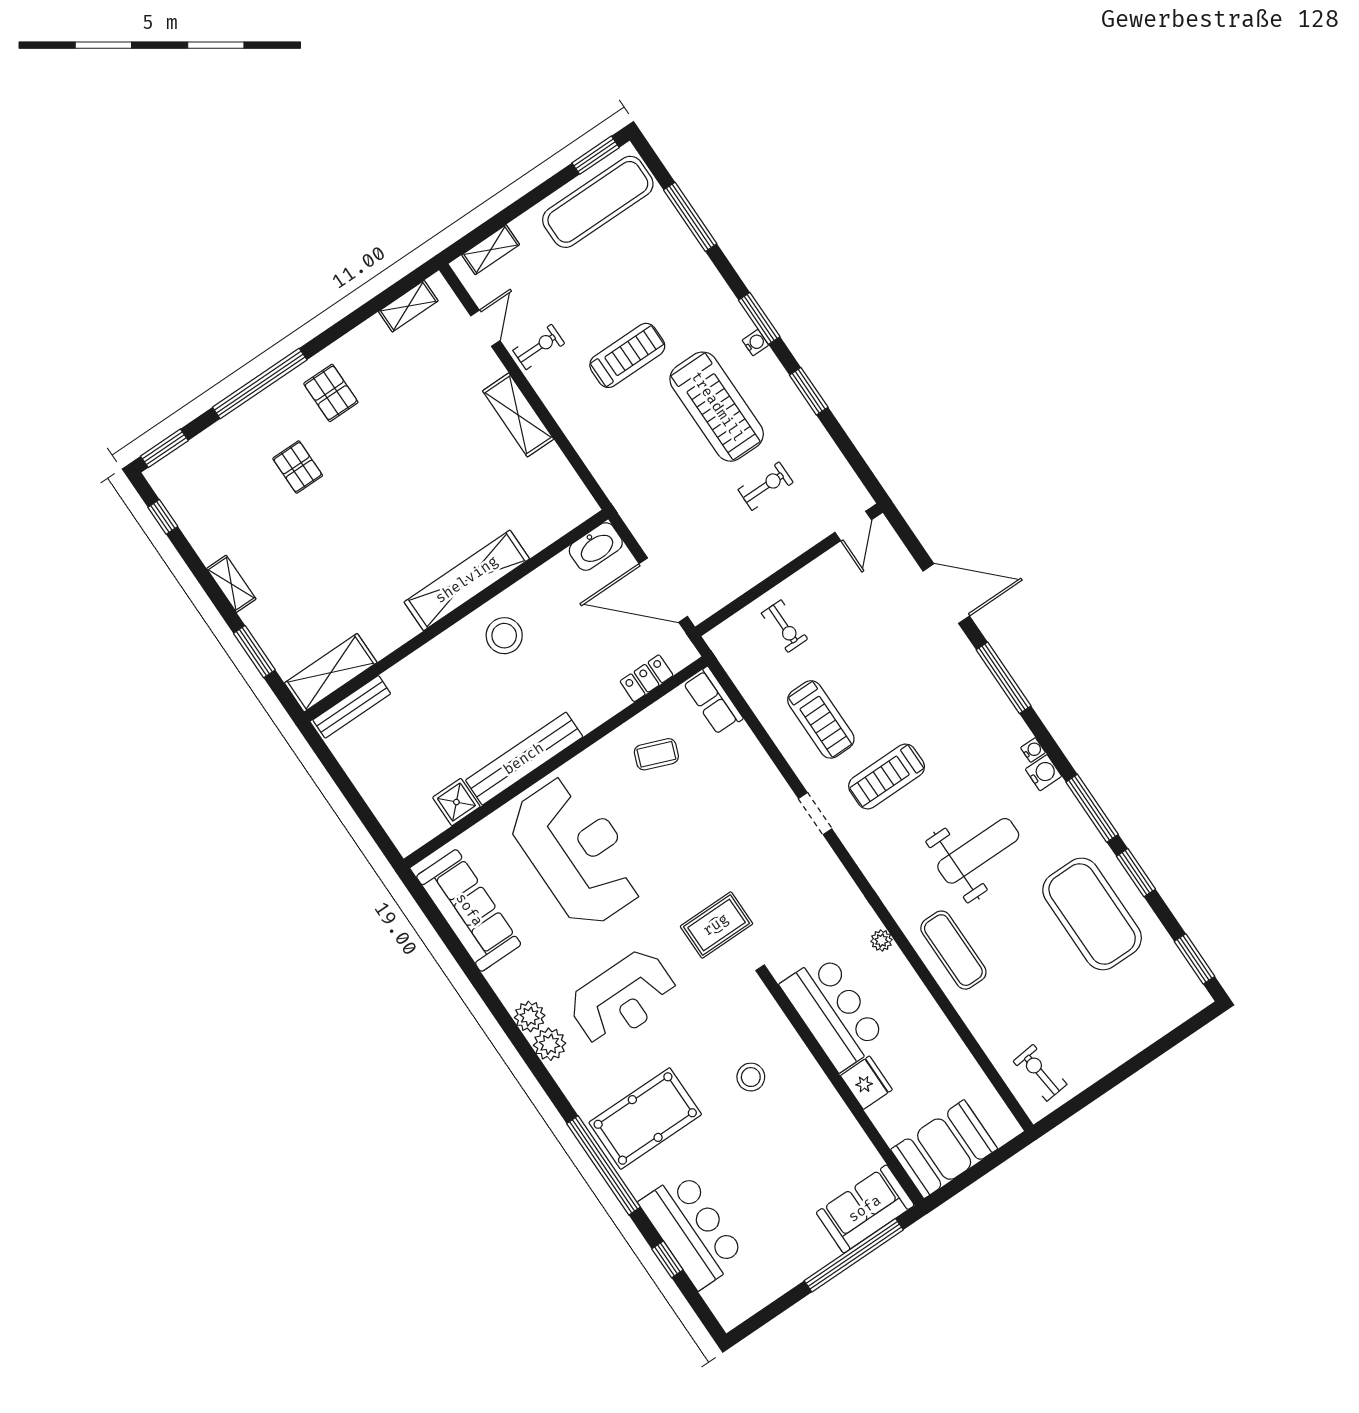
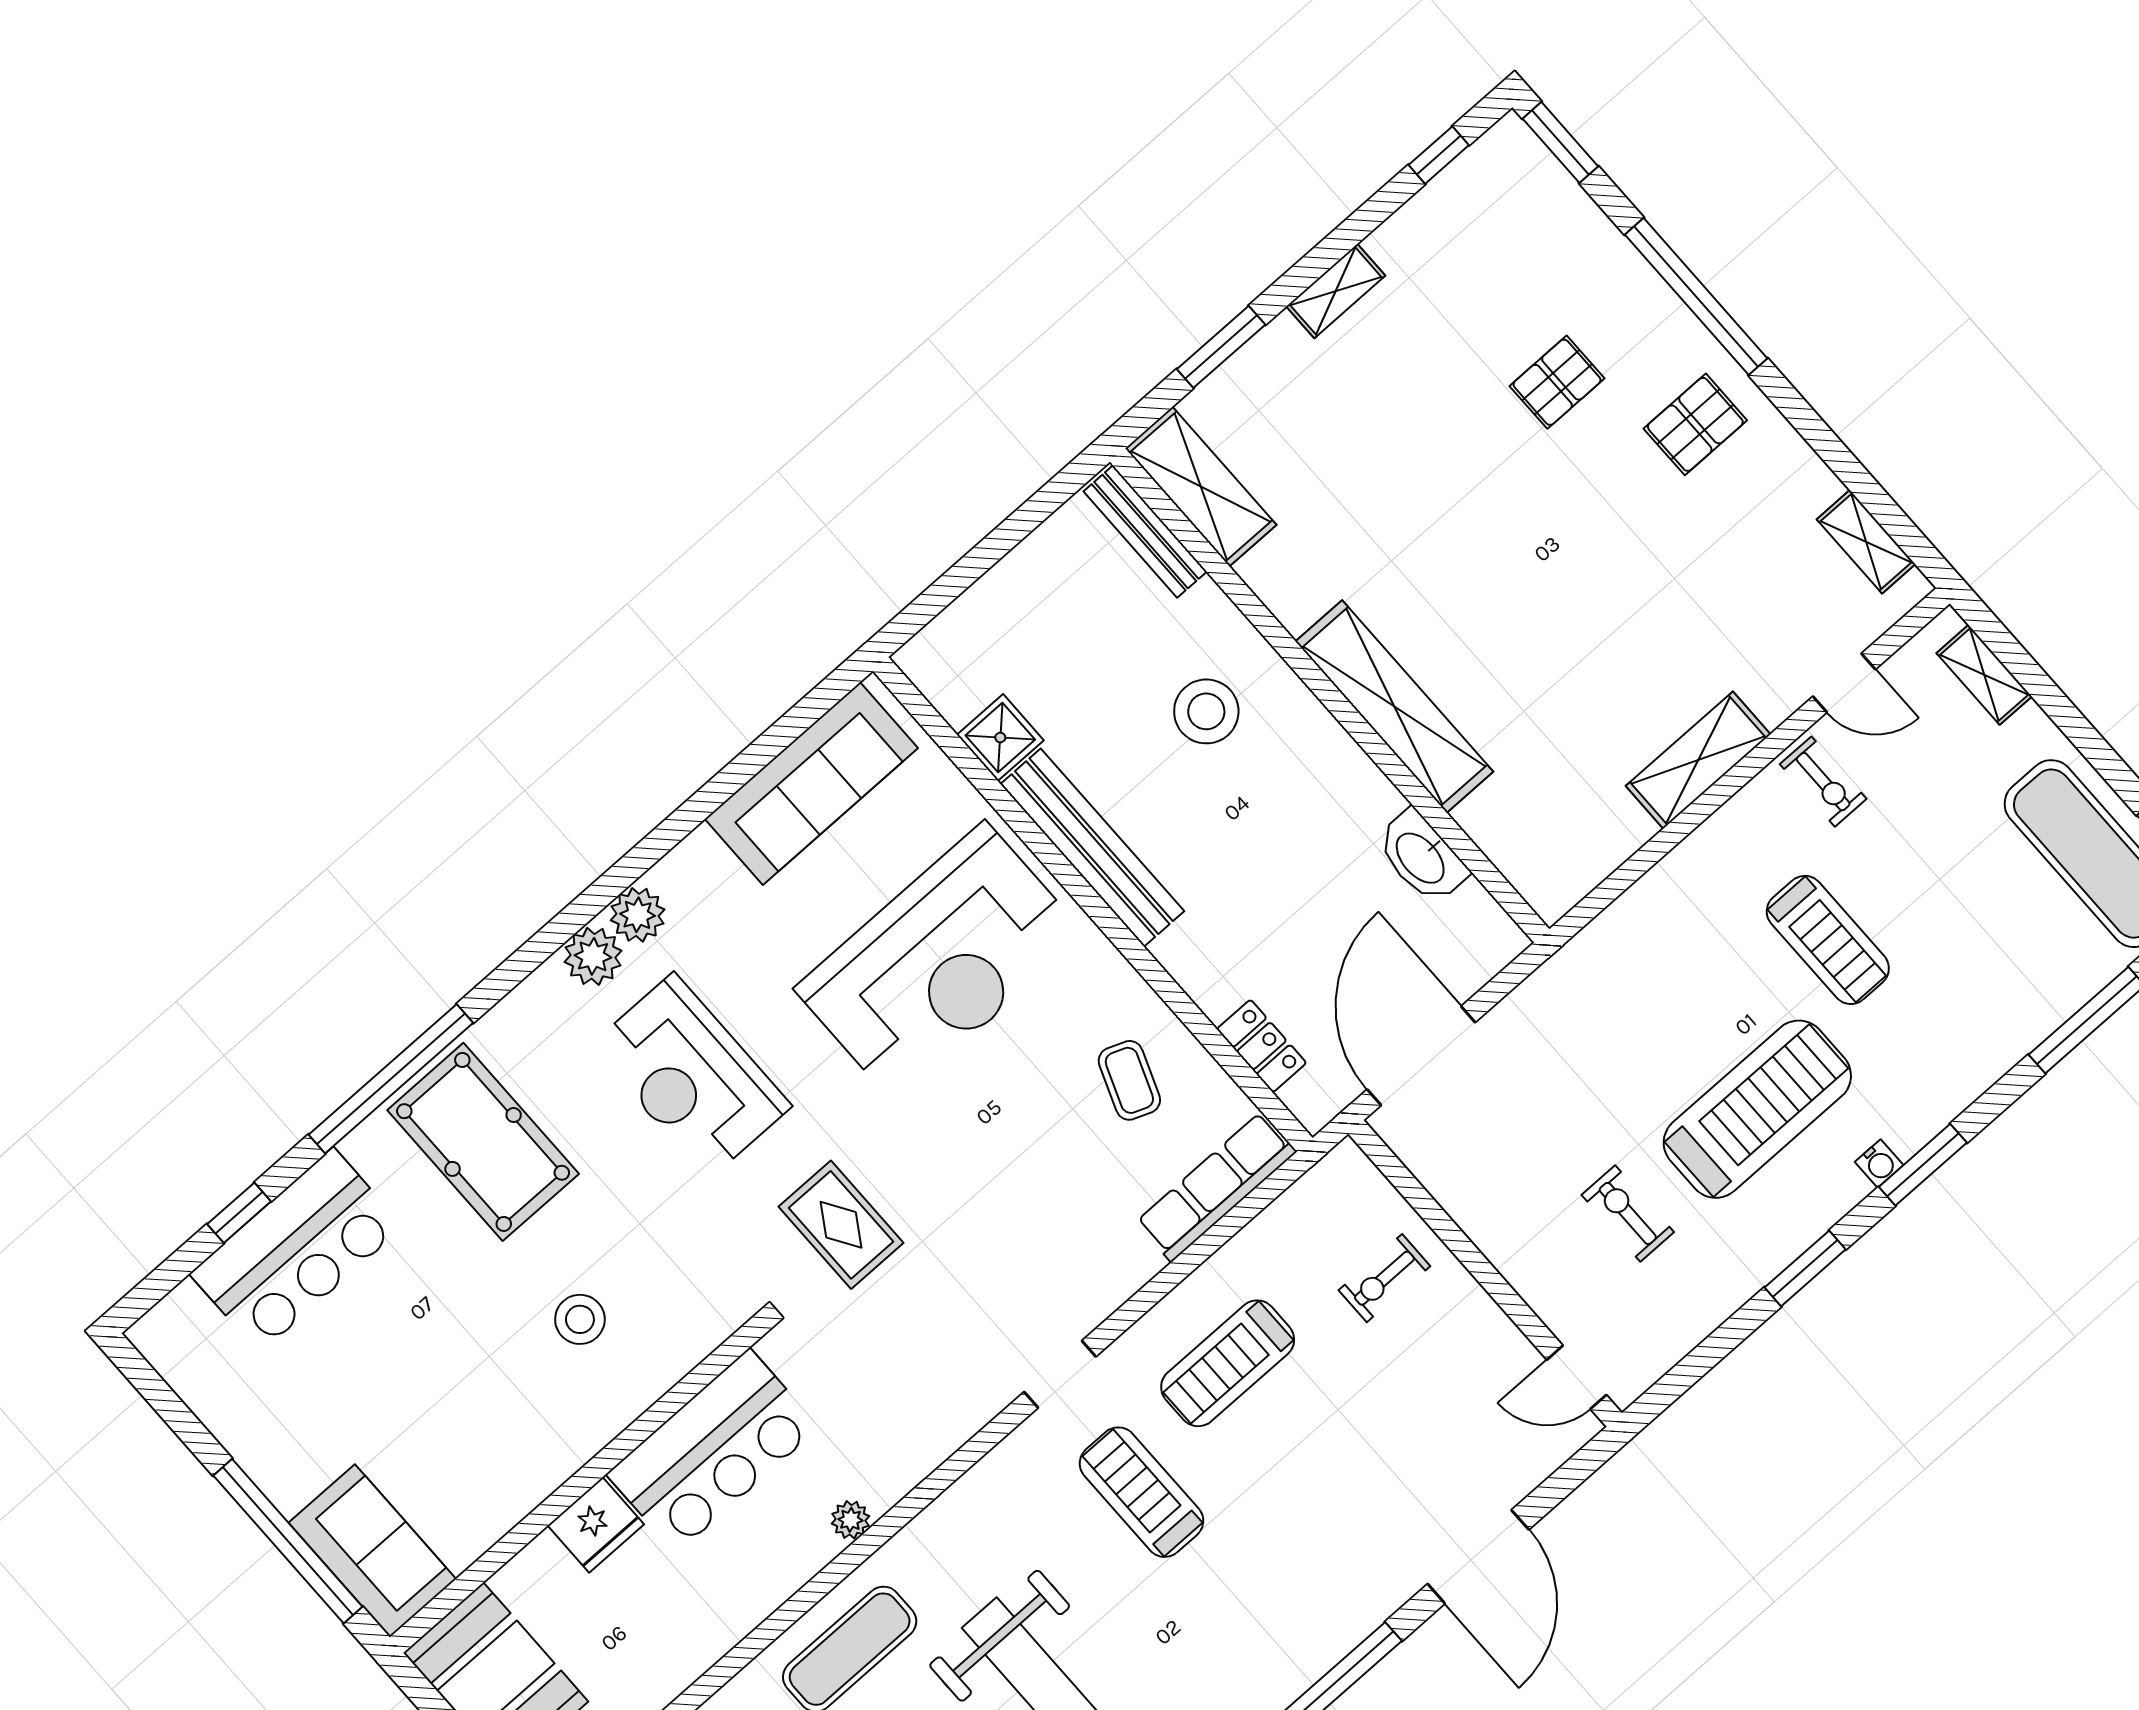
treadmill: (717, 407) -> (1757, 1109), turned 180
exercise bike: (766, 486) -> (1628, 1214), turned 180
washbasin: (596, 547) -> (1421, 857), moved
stool: (504, 636) -> (1206, 711), moved
row of seats: (713, 701) -> (1216, 1187), width x1.48

